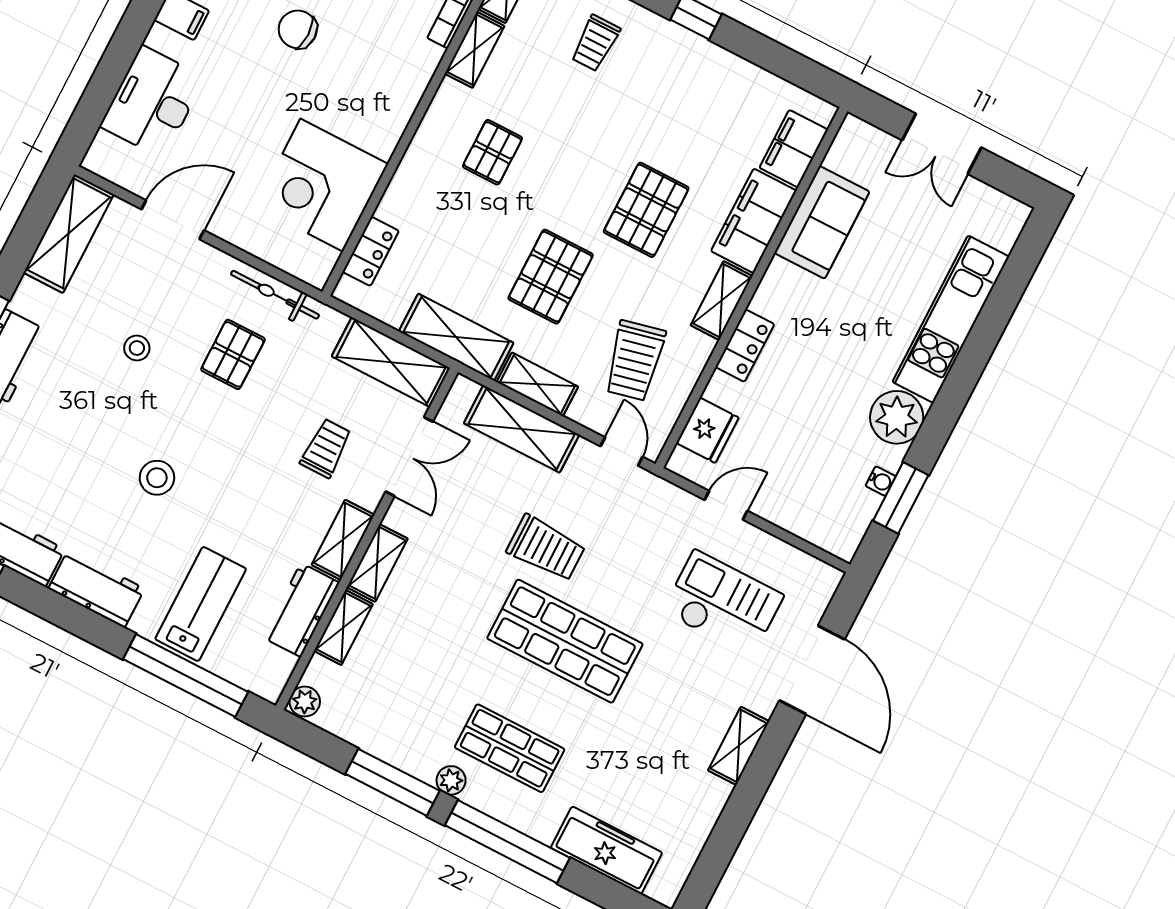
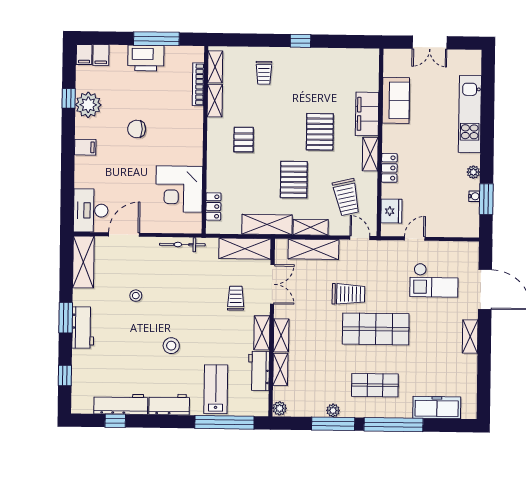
desk: (152, 102) -> (91, 210), moved
filing cabinet: (794, 149) -> (369, 75), removed
pallet: (233, 354) -> (177, 278), removed
plant: (897, 417) -> (473, 172), width x0.53, depth x0.53
checkout: (723, 603) -> (434, 280), turned 180
plant: (451, 780) -> (333, 410), moved

